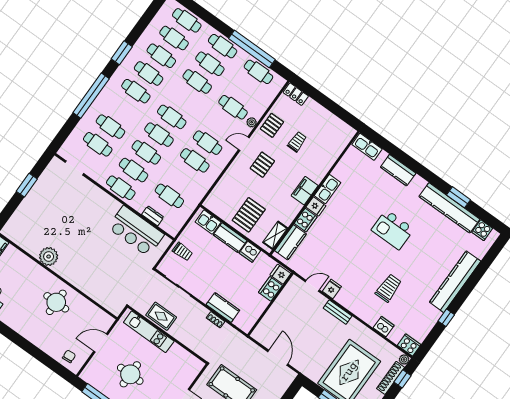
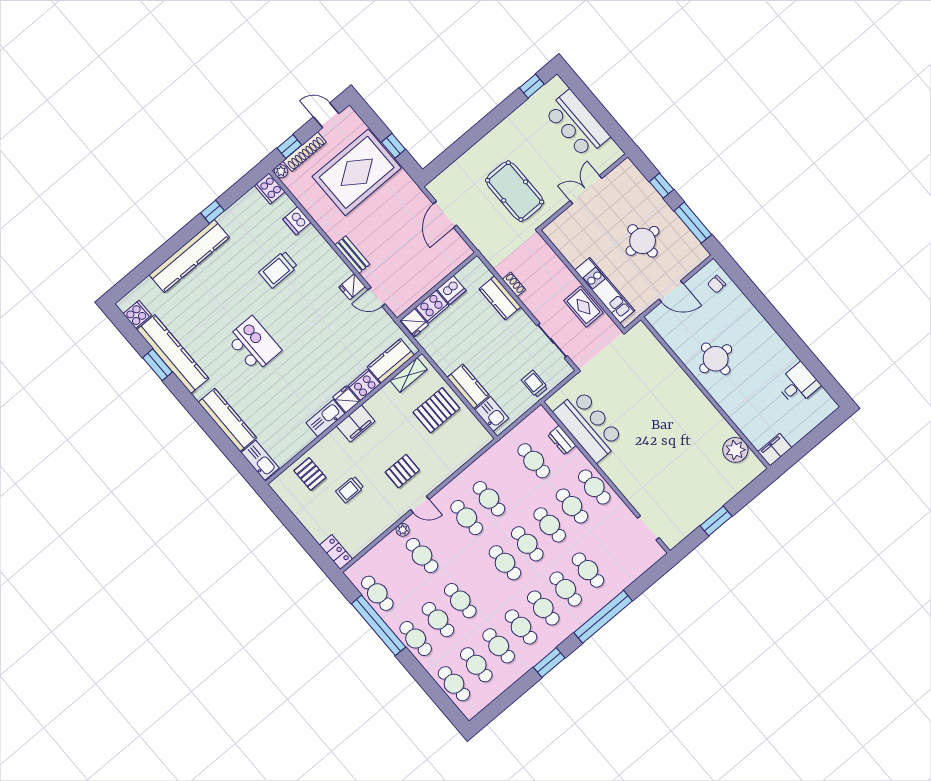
pallet: (272, 125) -> (310, 474), moved, turned 90
cafe table: (98, 144) -> (566, 589), moved
kitchen counter: (398, 170) -> (227, 420), width x1.50
dishwasher: (250, 252) -> (452, 290), moved, turned 90
plant: (49, 257) -> (735, 450), moved

